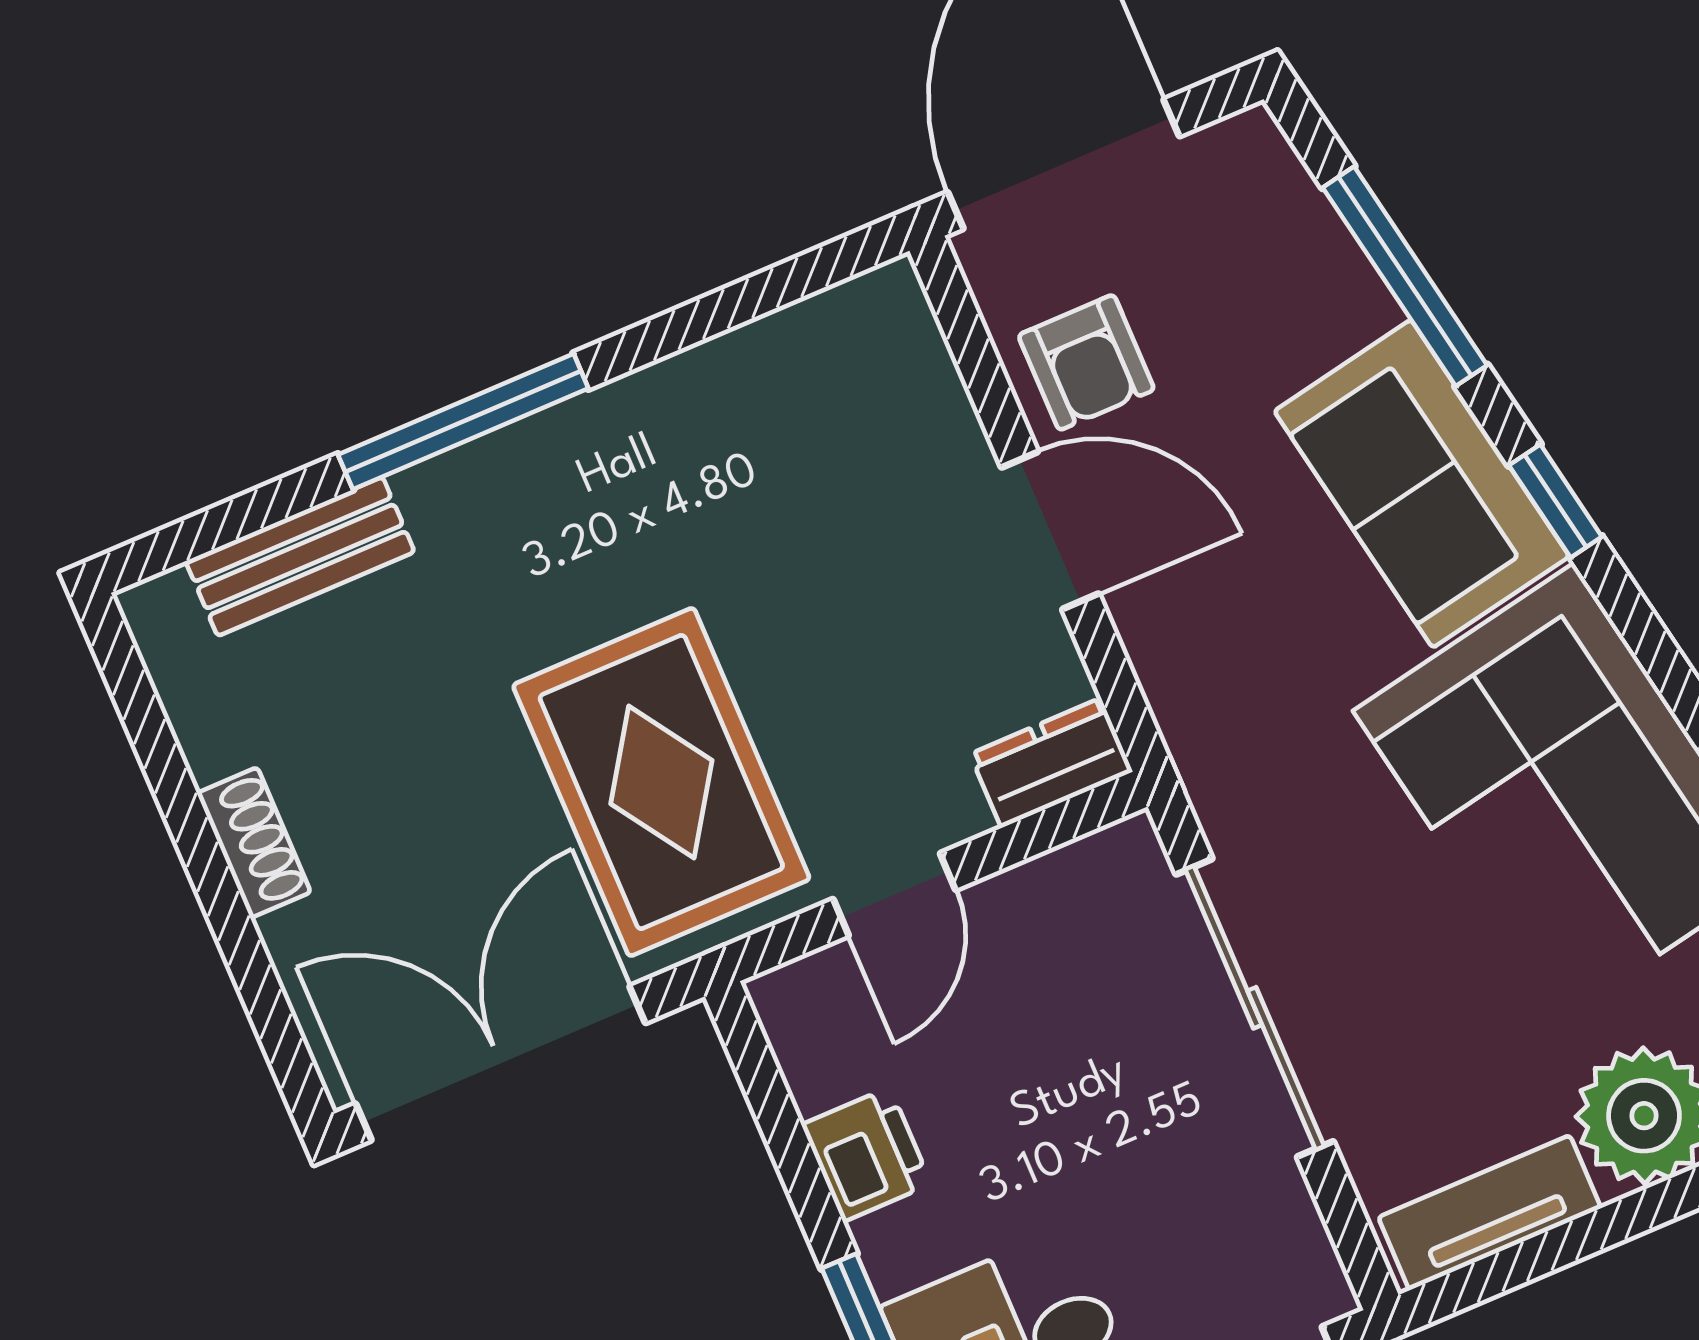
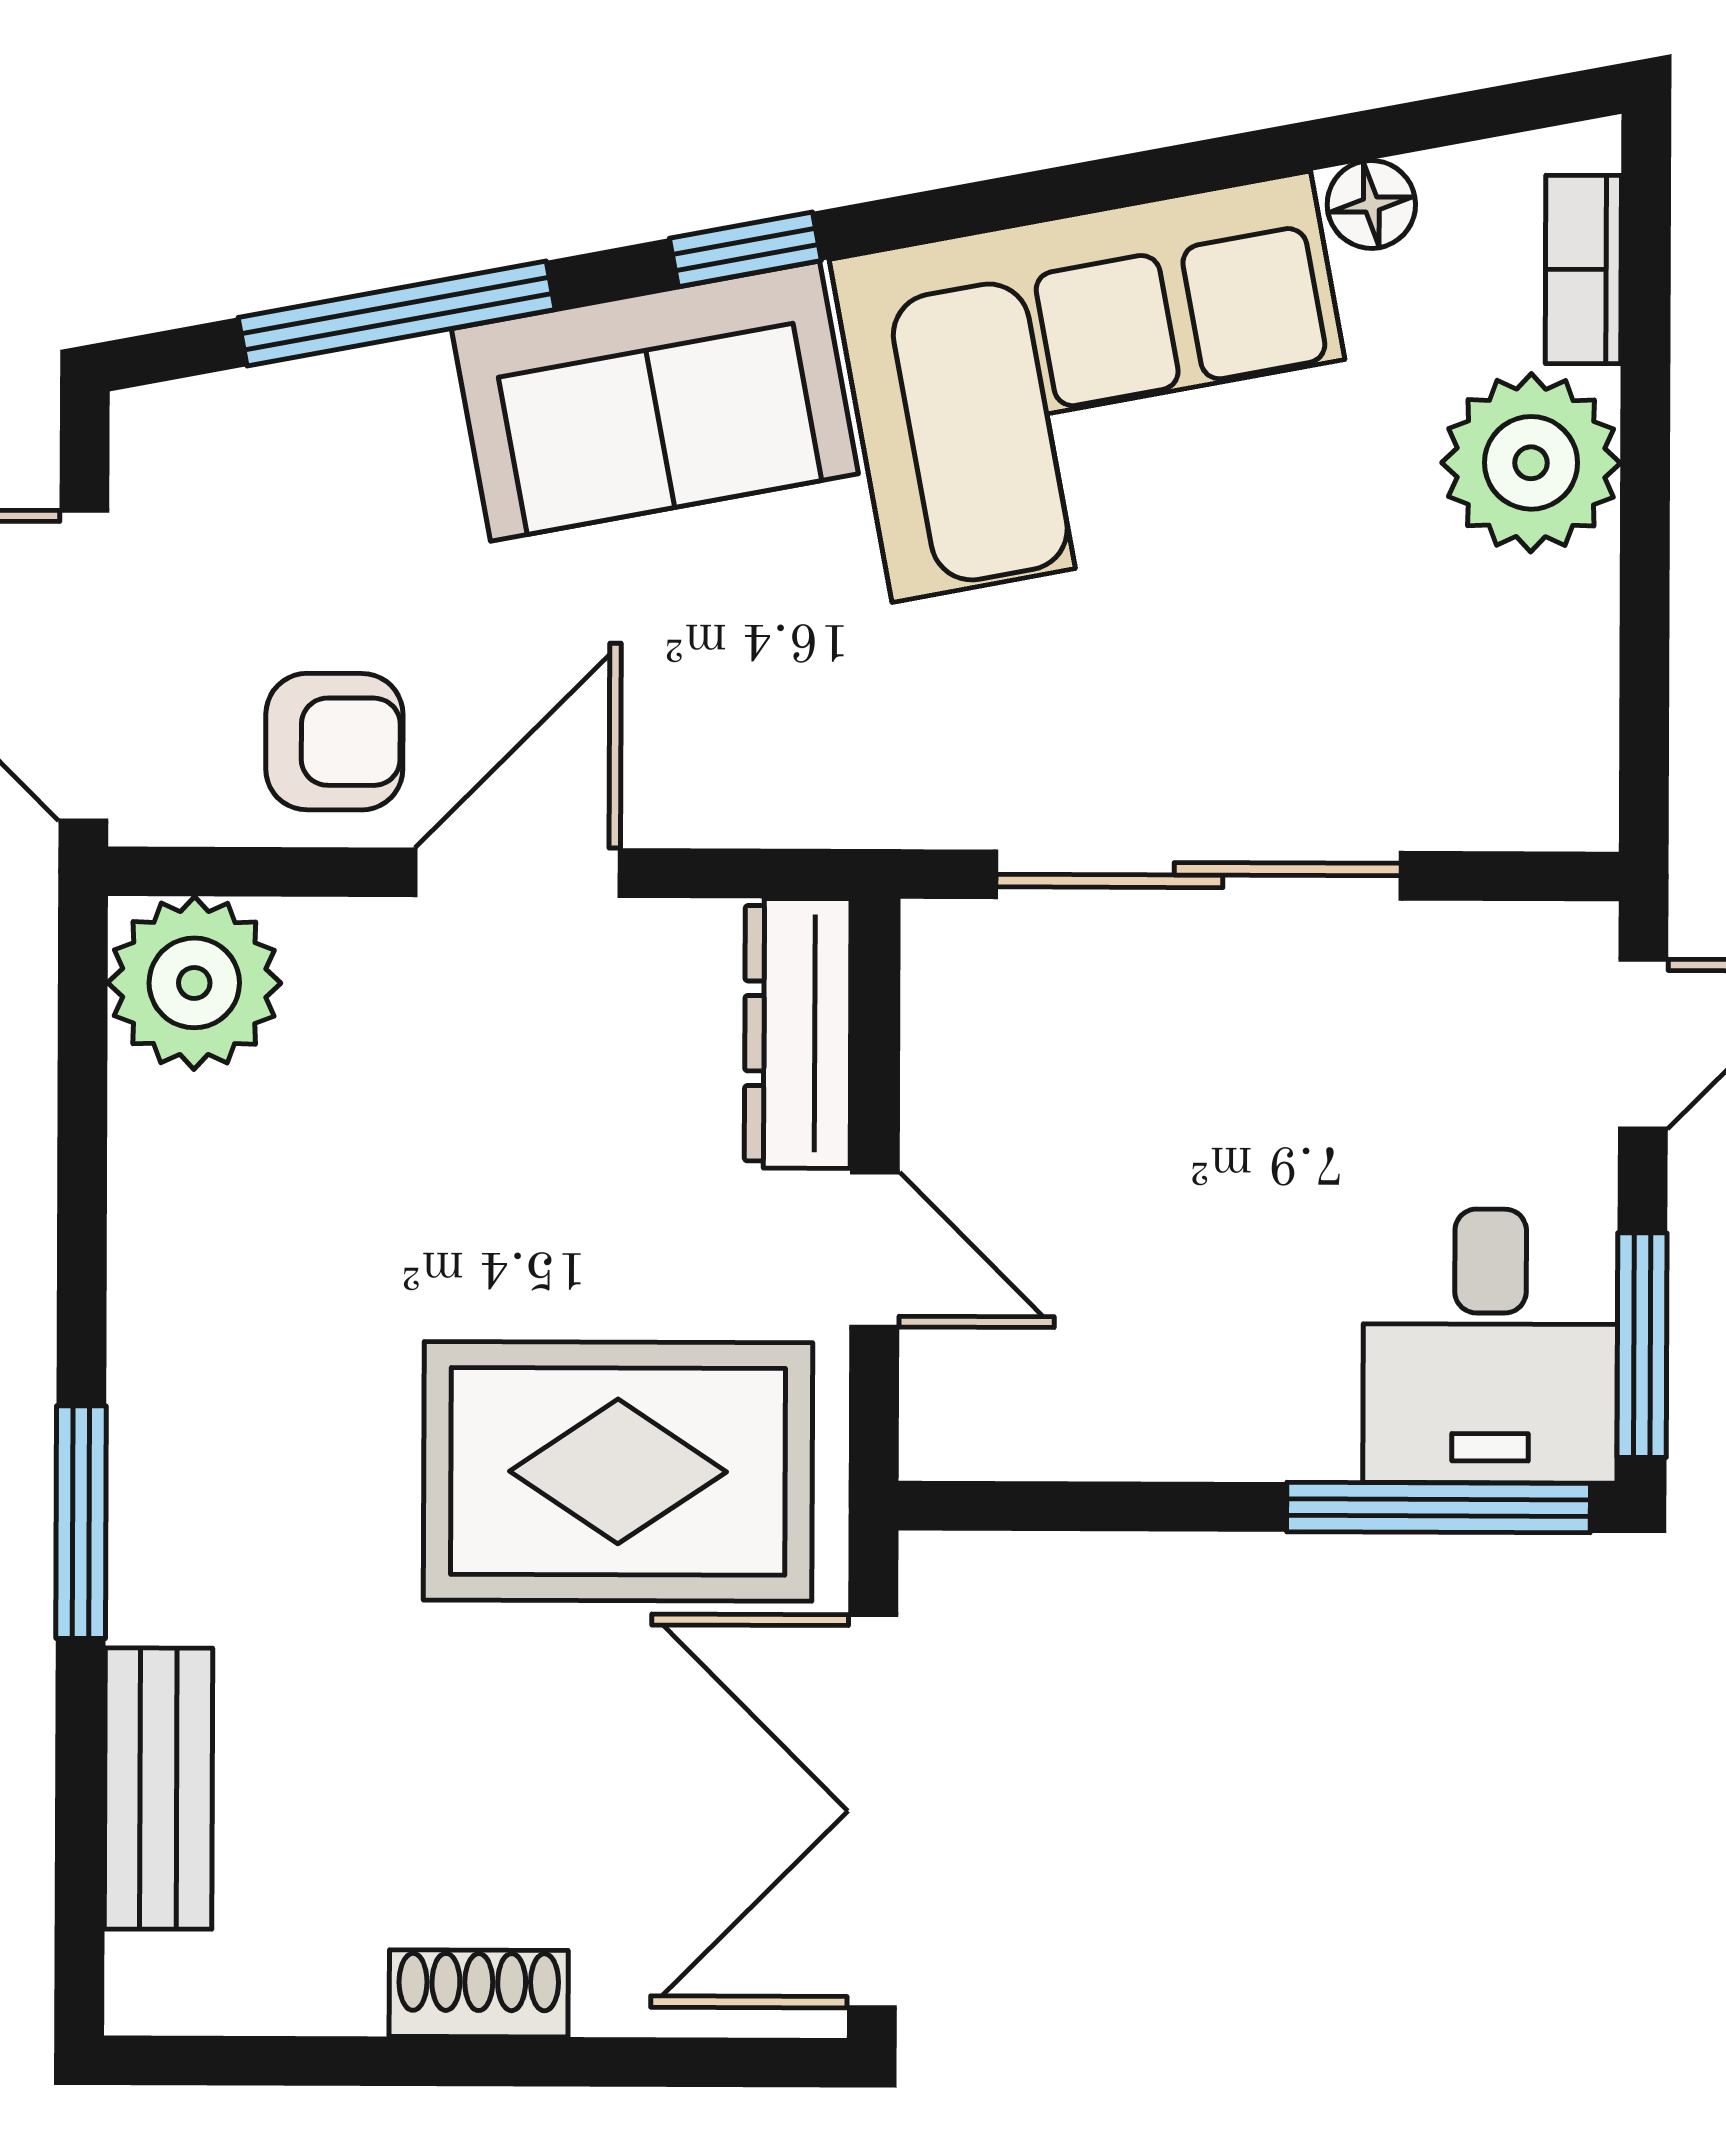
plant: (875, 337) -> (194, 983), added
window: (463, 421) -> (81, 1522), width x0.69
dresser: (1051, 763) -> (798, 1033), width x1.44
printer: (866, 1154) -> (1173, 1419), removed
tv unit: (1490, 1213) -> (1567, 699), removed

